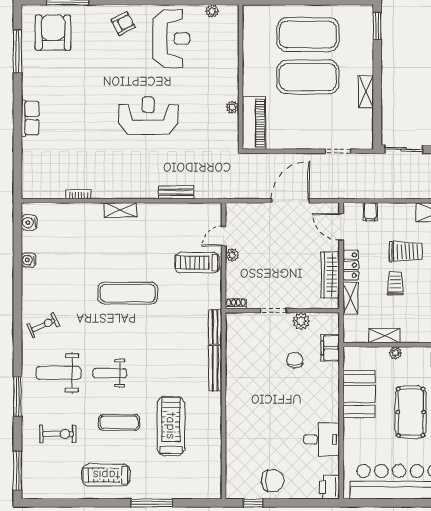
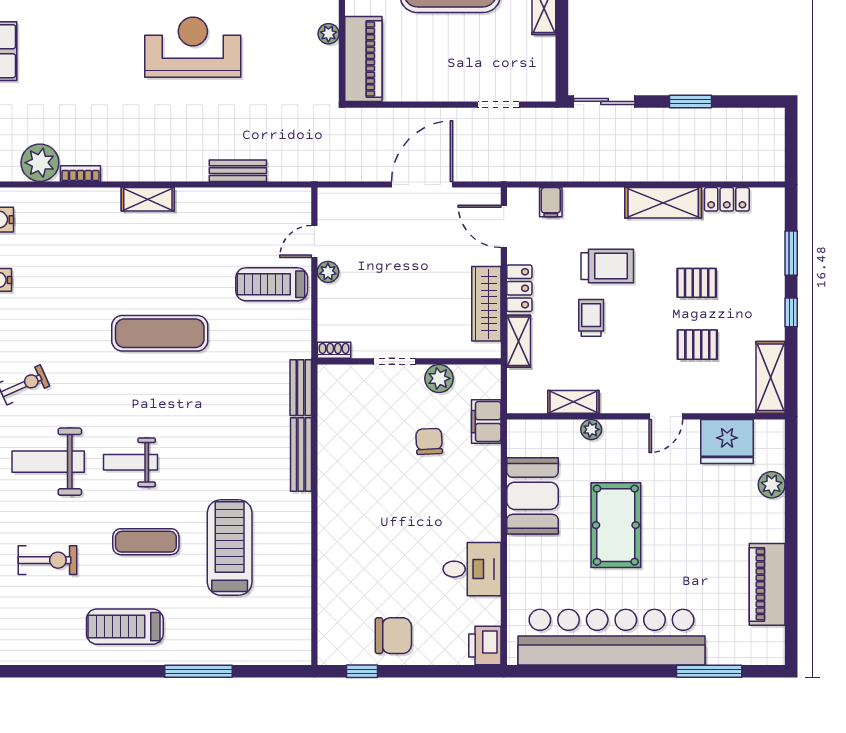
plant: (53, 187) -> (40, 163), added

